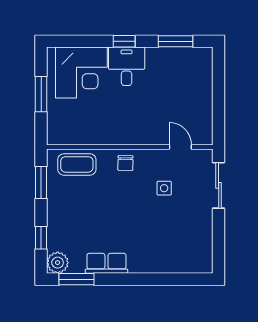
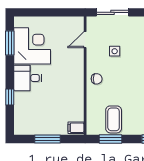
window: (124, 41) -> (10, 97), moved
corner desk: (81, 72) -> (32, 46), moved
filing cabinet: (57, 134) -> (76, 128), added
coffee table: (77, 164) -> (114, 119), moved

